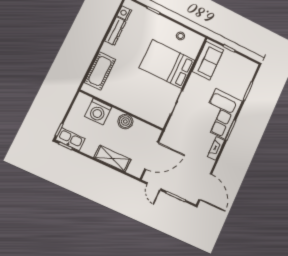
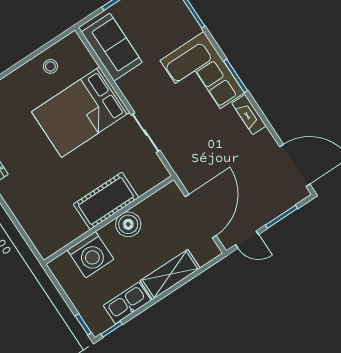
cot: (100, 71) -> (106, 201), moved, turned 90
kitchen sink: (70, 139) -> (127, 303), moved

